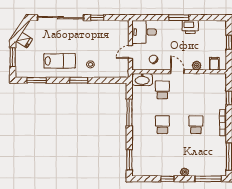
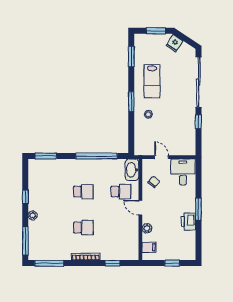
door: (177, 72) -> (140, 208), swing flipped
window: (129, 113) -> (97, 156), width x1.46

